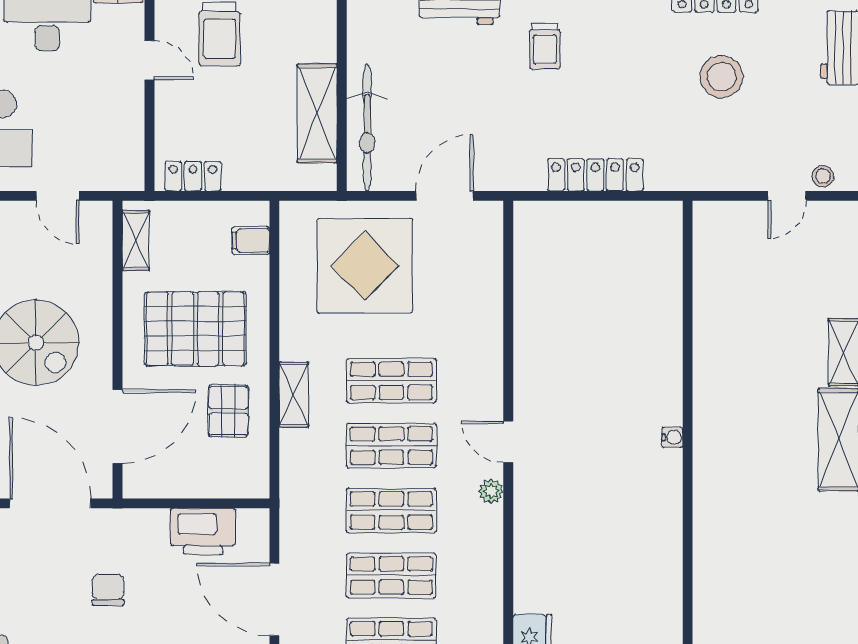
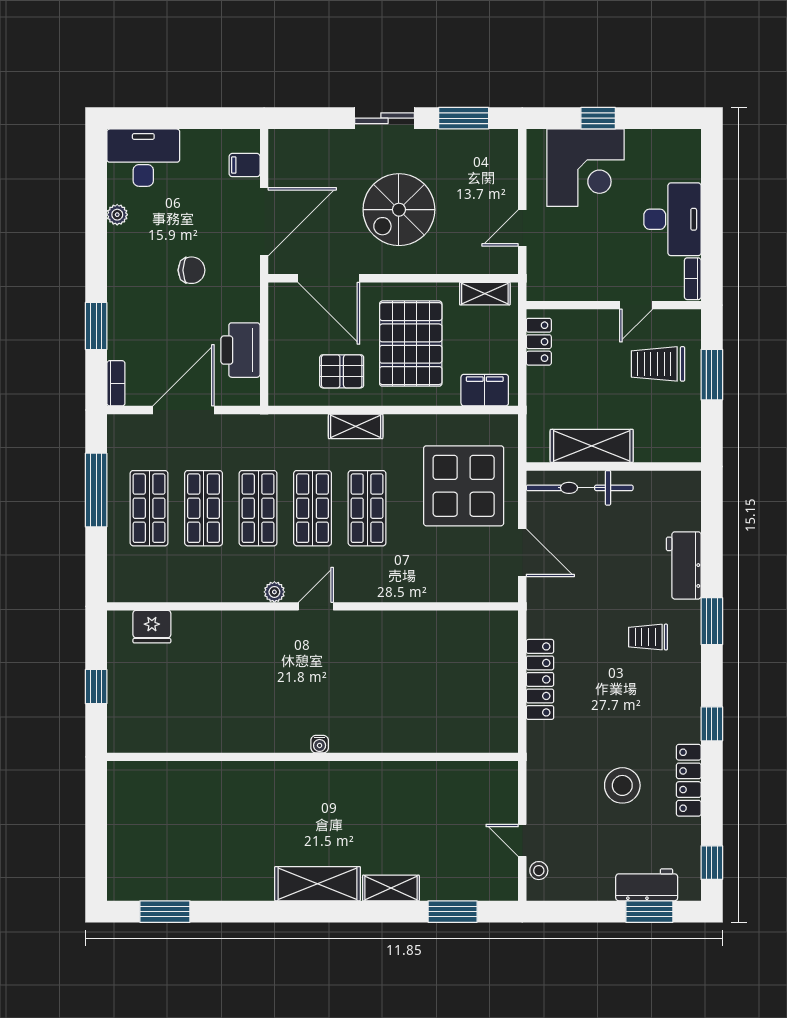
filing cabinet: (251, 241) -> (485, 390), width x2.00

